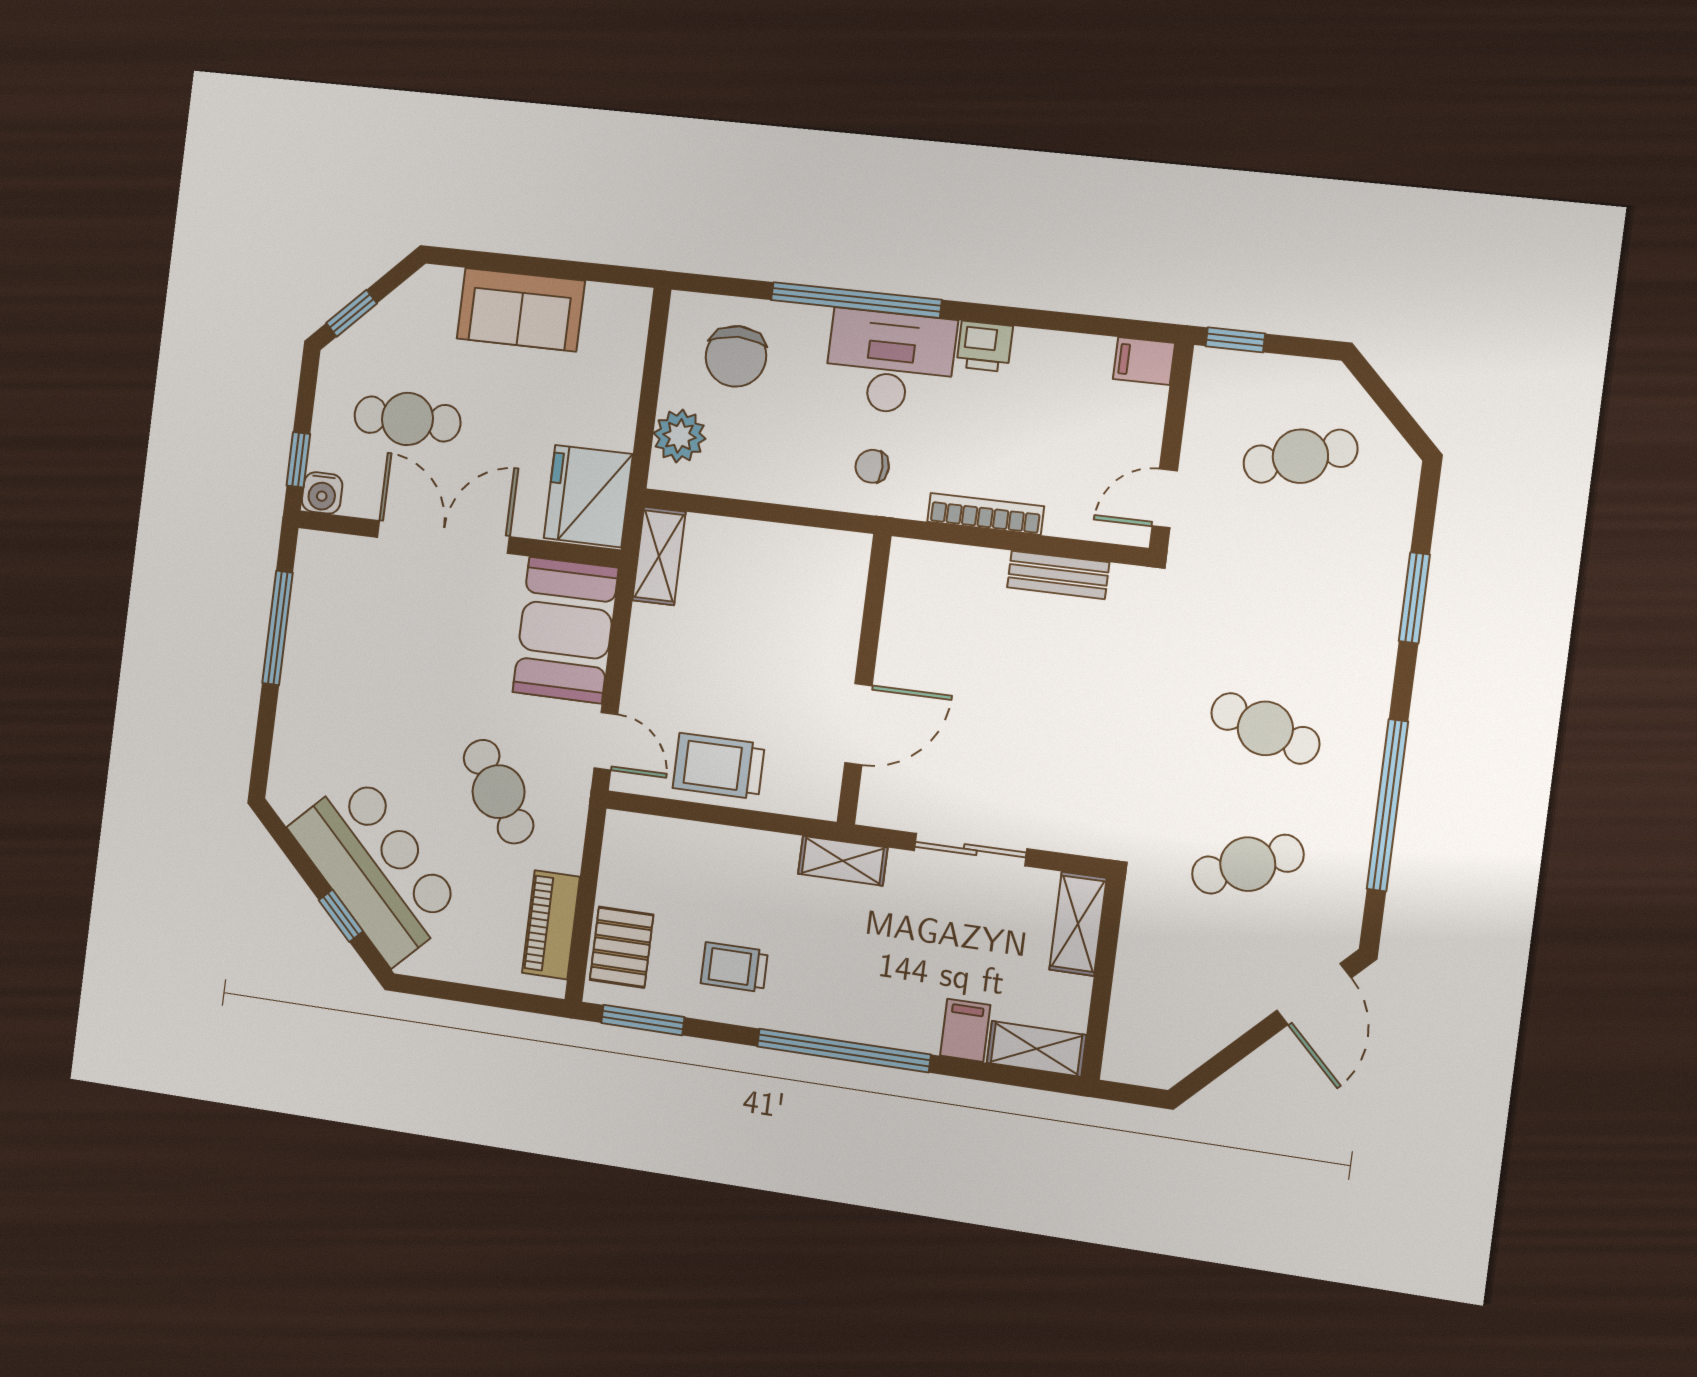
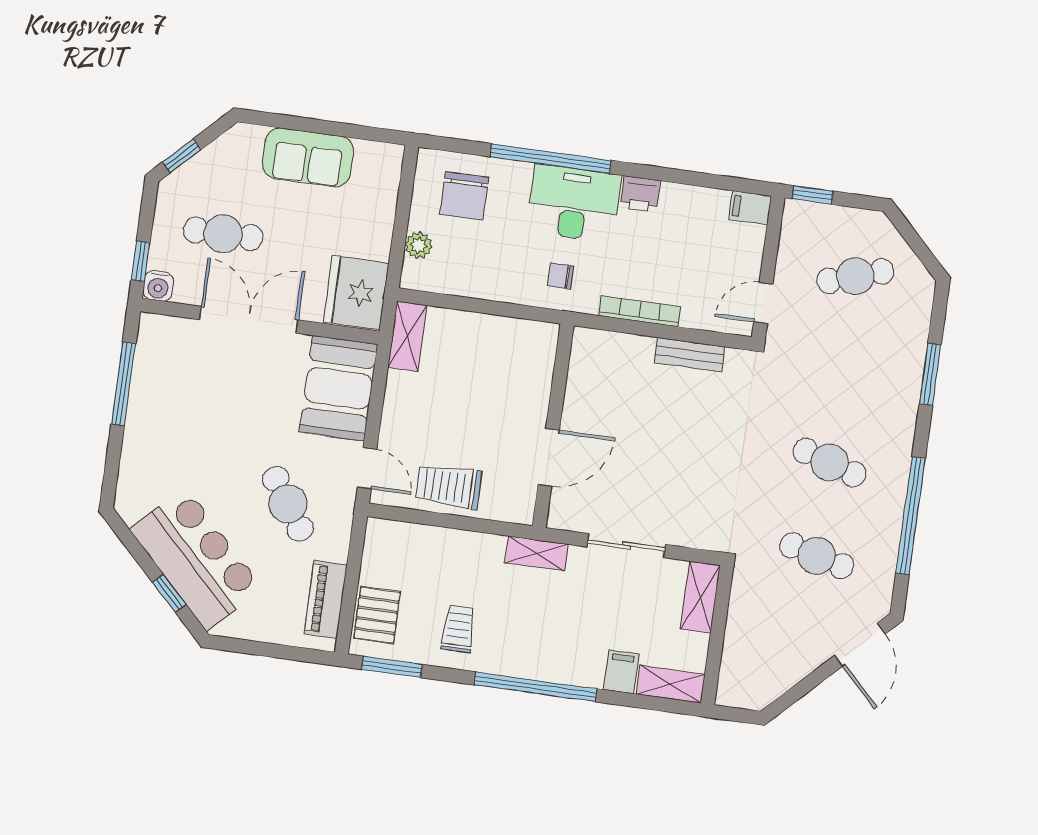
plant: (679, 436) -> (419, 245), width x0.73, depth x0.73
cafe table: (1248, 864) -> (817, 556), turned 39
trolley: (734, 967) -> (458, 629), turned 90

